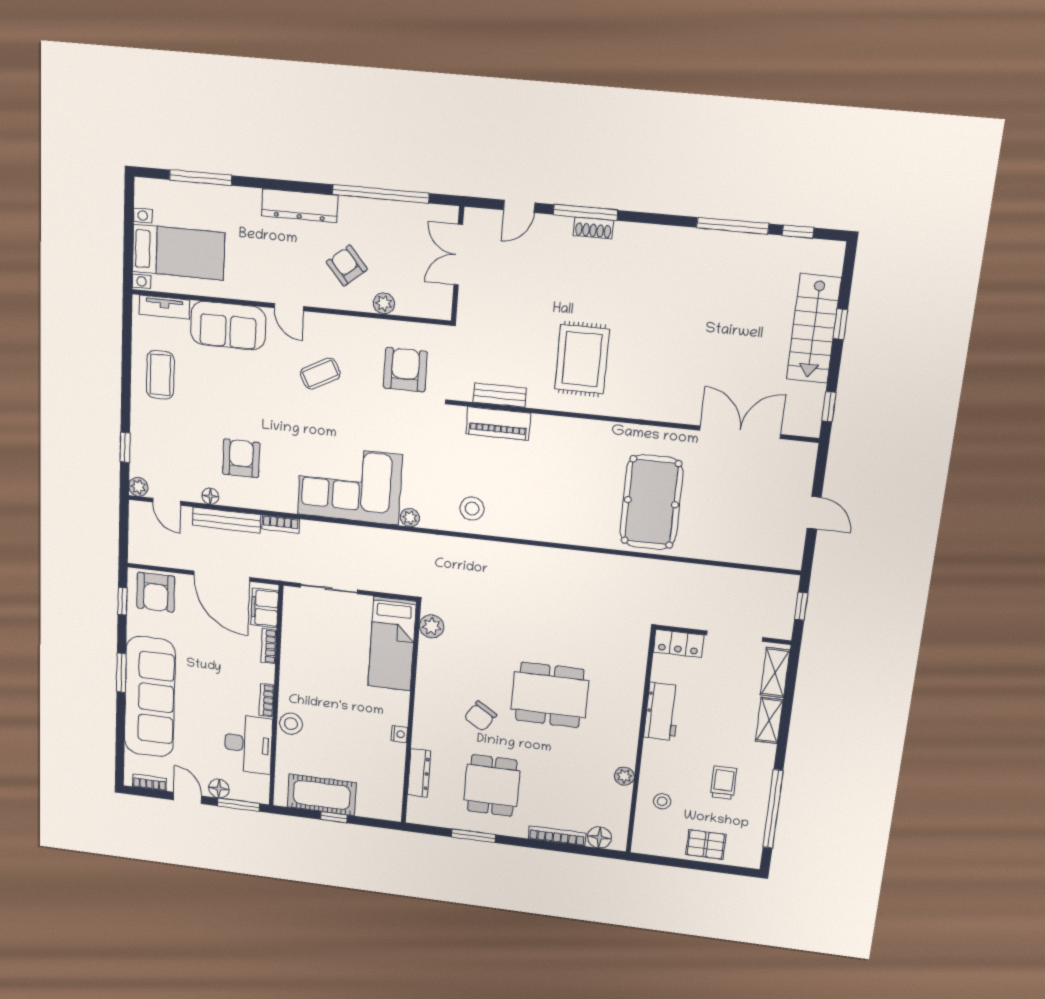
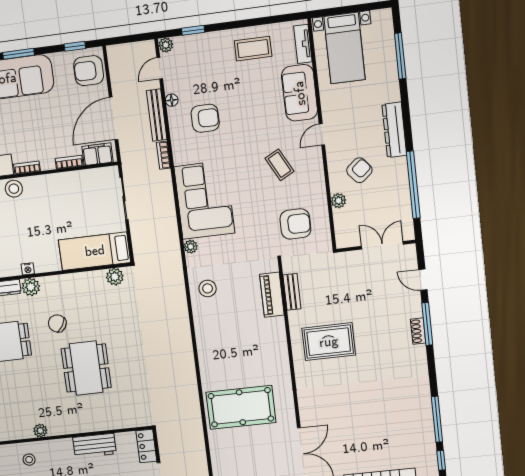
plant: (424, 737) -> (31, 287), added

